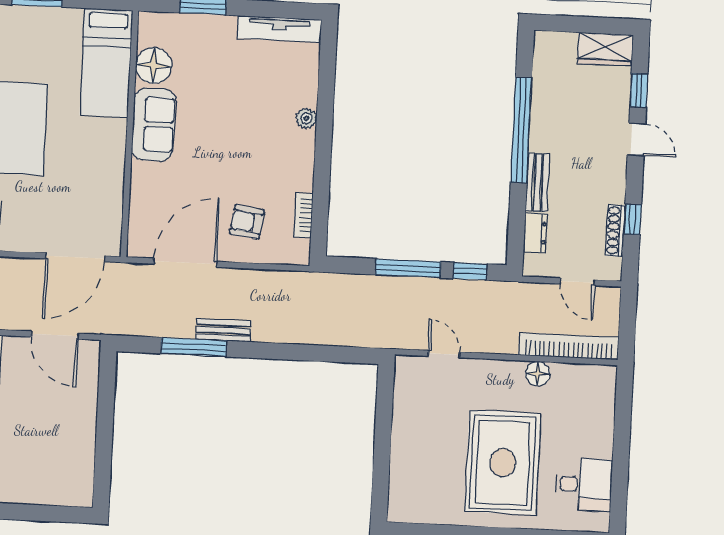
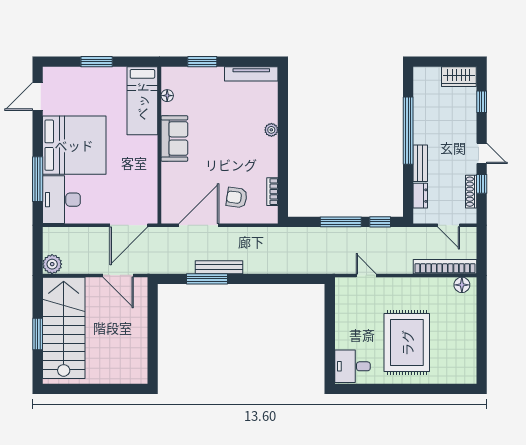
floor lamp: (154, 65) -> (167, 96), width x0.53, depth x0.53
door: (636, 139) -> (482, 153), moved
bench: (224, 330) -> (219, 267), width x1.36
floor lamp: (538, 374) -> (462, 285), moved
desk: (584, 485) -> (352, 366), moved, turned 180

